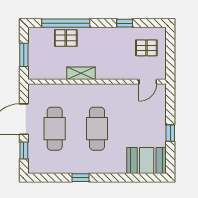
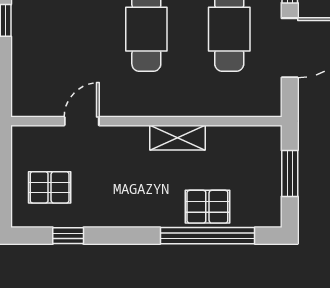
window: (125, 23) -> (68, 236), moved
door: (148, 82) -> (82, 121), moved

